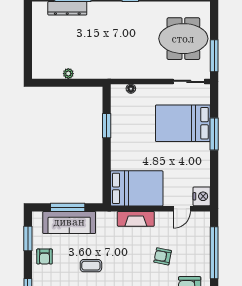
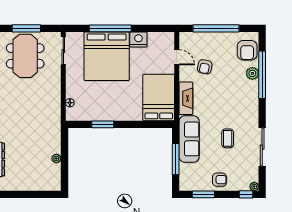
window: (214, 56) -> (26, 28), moved
bed: (183, 123) -> (107, 56), width x1.36
window: (214, 134) -> (110, 28), width x1.46
nightstand: (202, 196) -> (138, 39), moved
sofa: (69, 222) -> (189, 139), moved
armchair: (163, 256) -> (205, 67), moved

